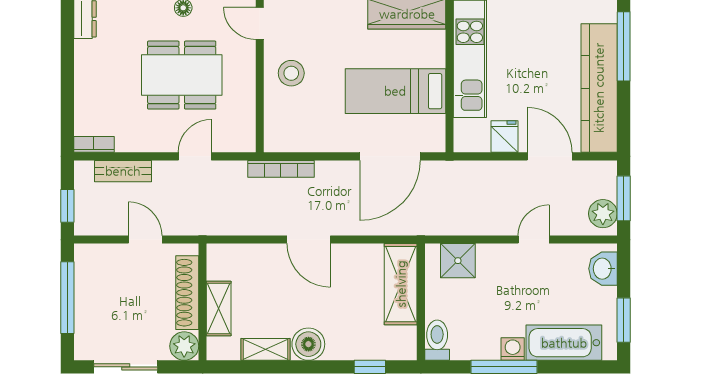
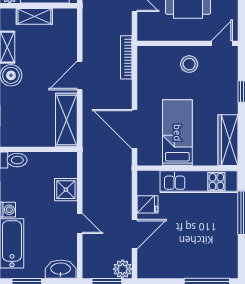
kitchen counter: (599, 88) -> (179, 267), removed
plant: (603, 214) -> (123, 269), moved
shower: (458, 261) -> (66, 190), moved
washbasin: (603, 269) -> (61, 269), width x1.38
shelving: (401, 284) -> (66, 120), moved, turned 90

